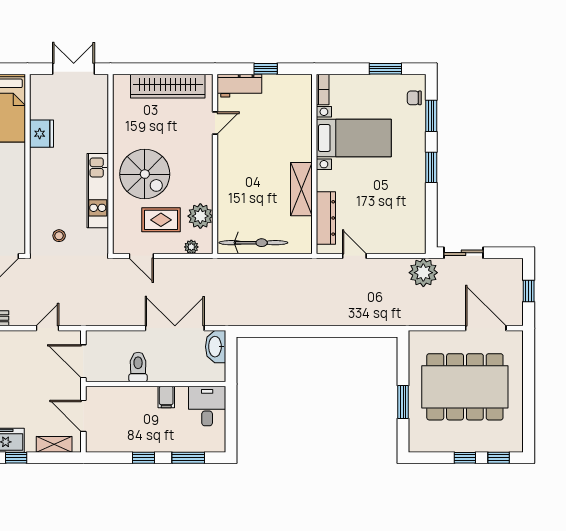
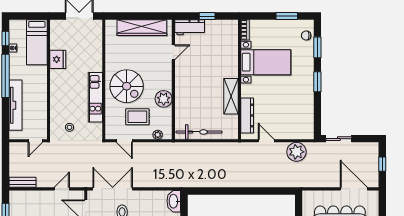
plant: (200, 216) -> (164, 99), moved
plant: (423, 273) -> (296, 152), moved
double door: (175, 328) -> (113, 189), moved

